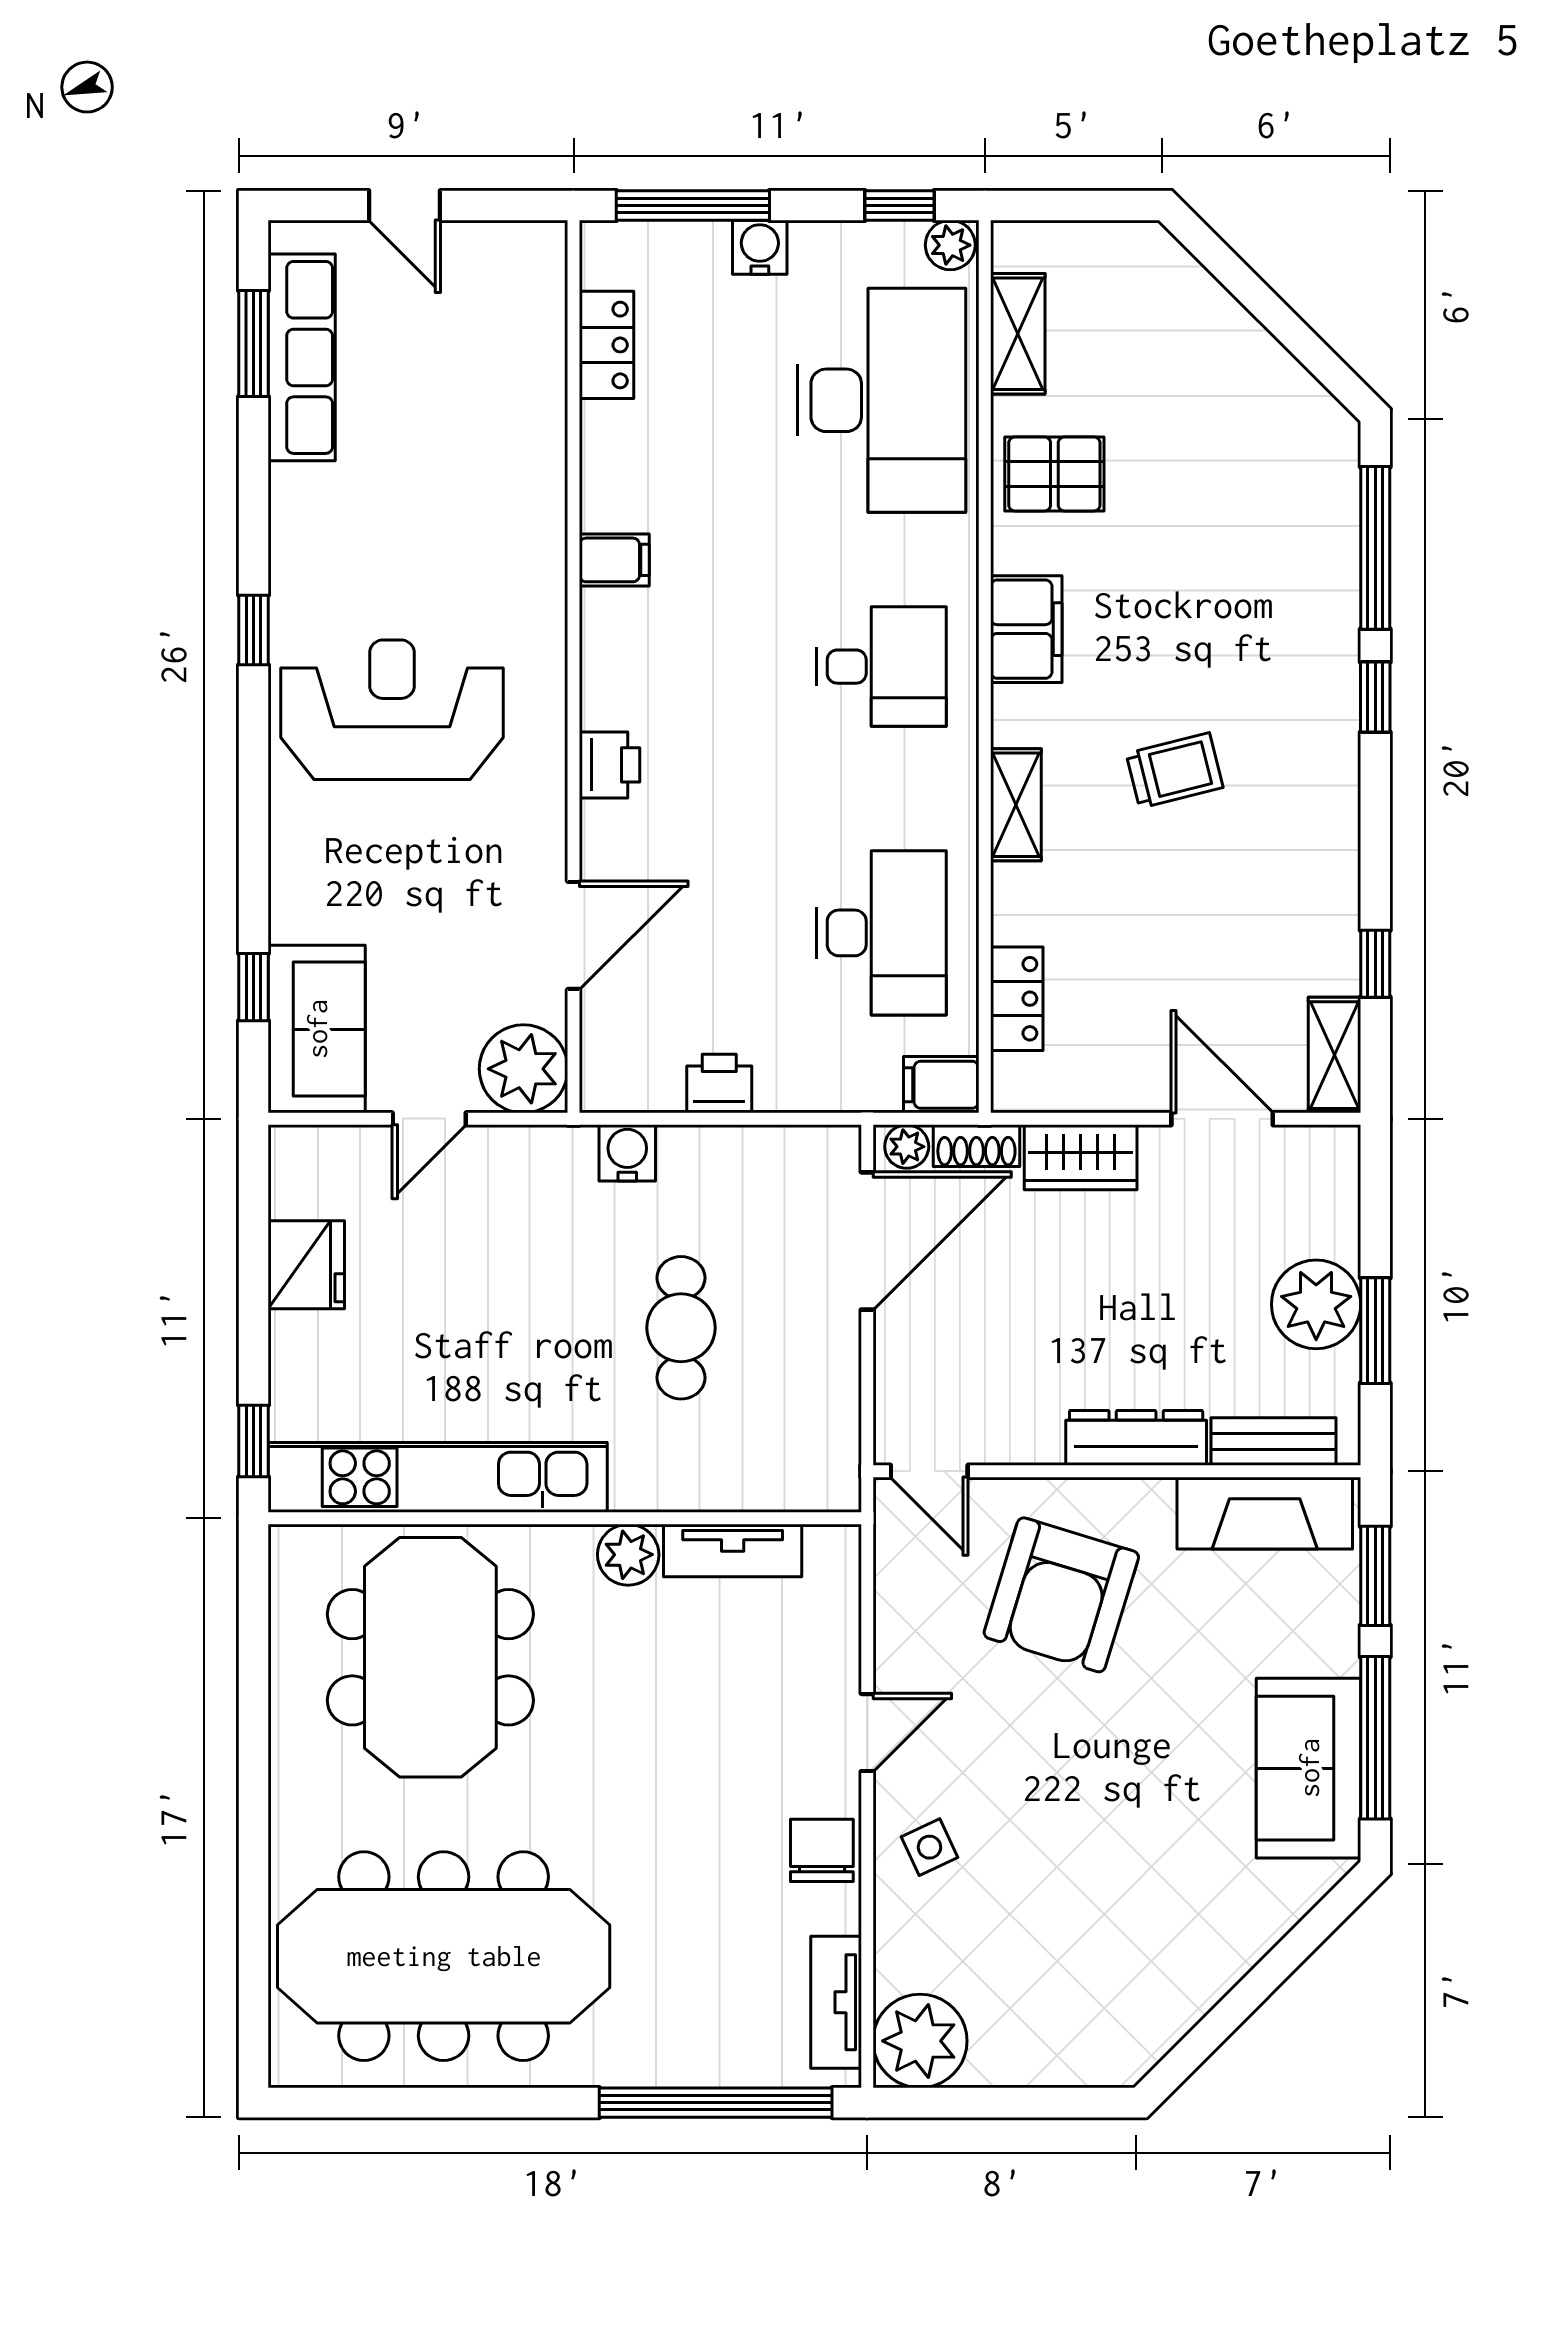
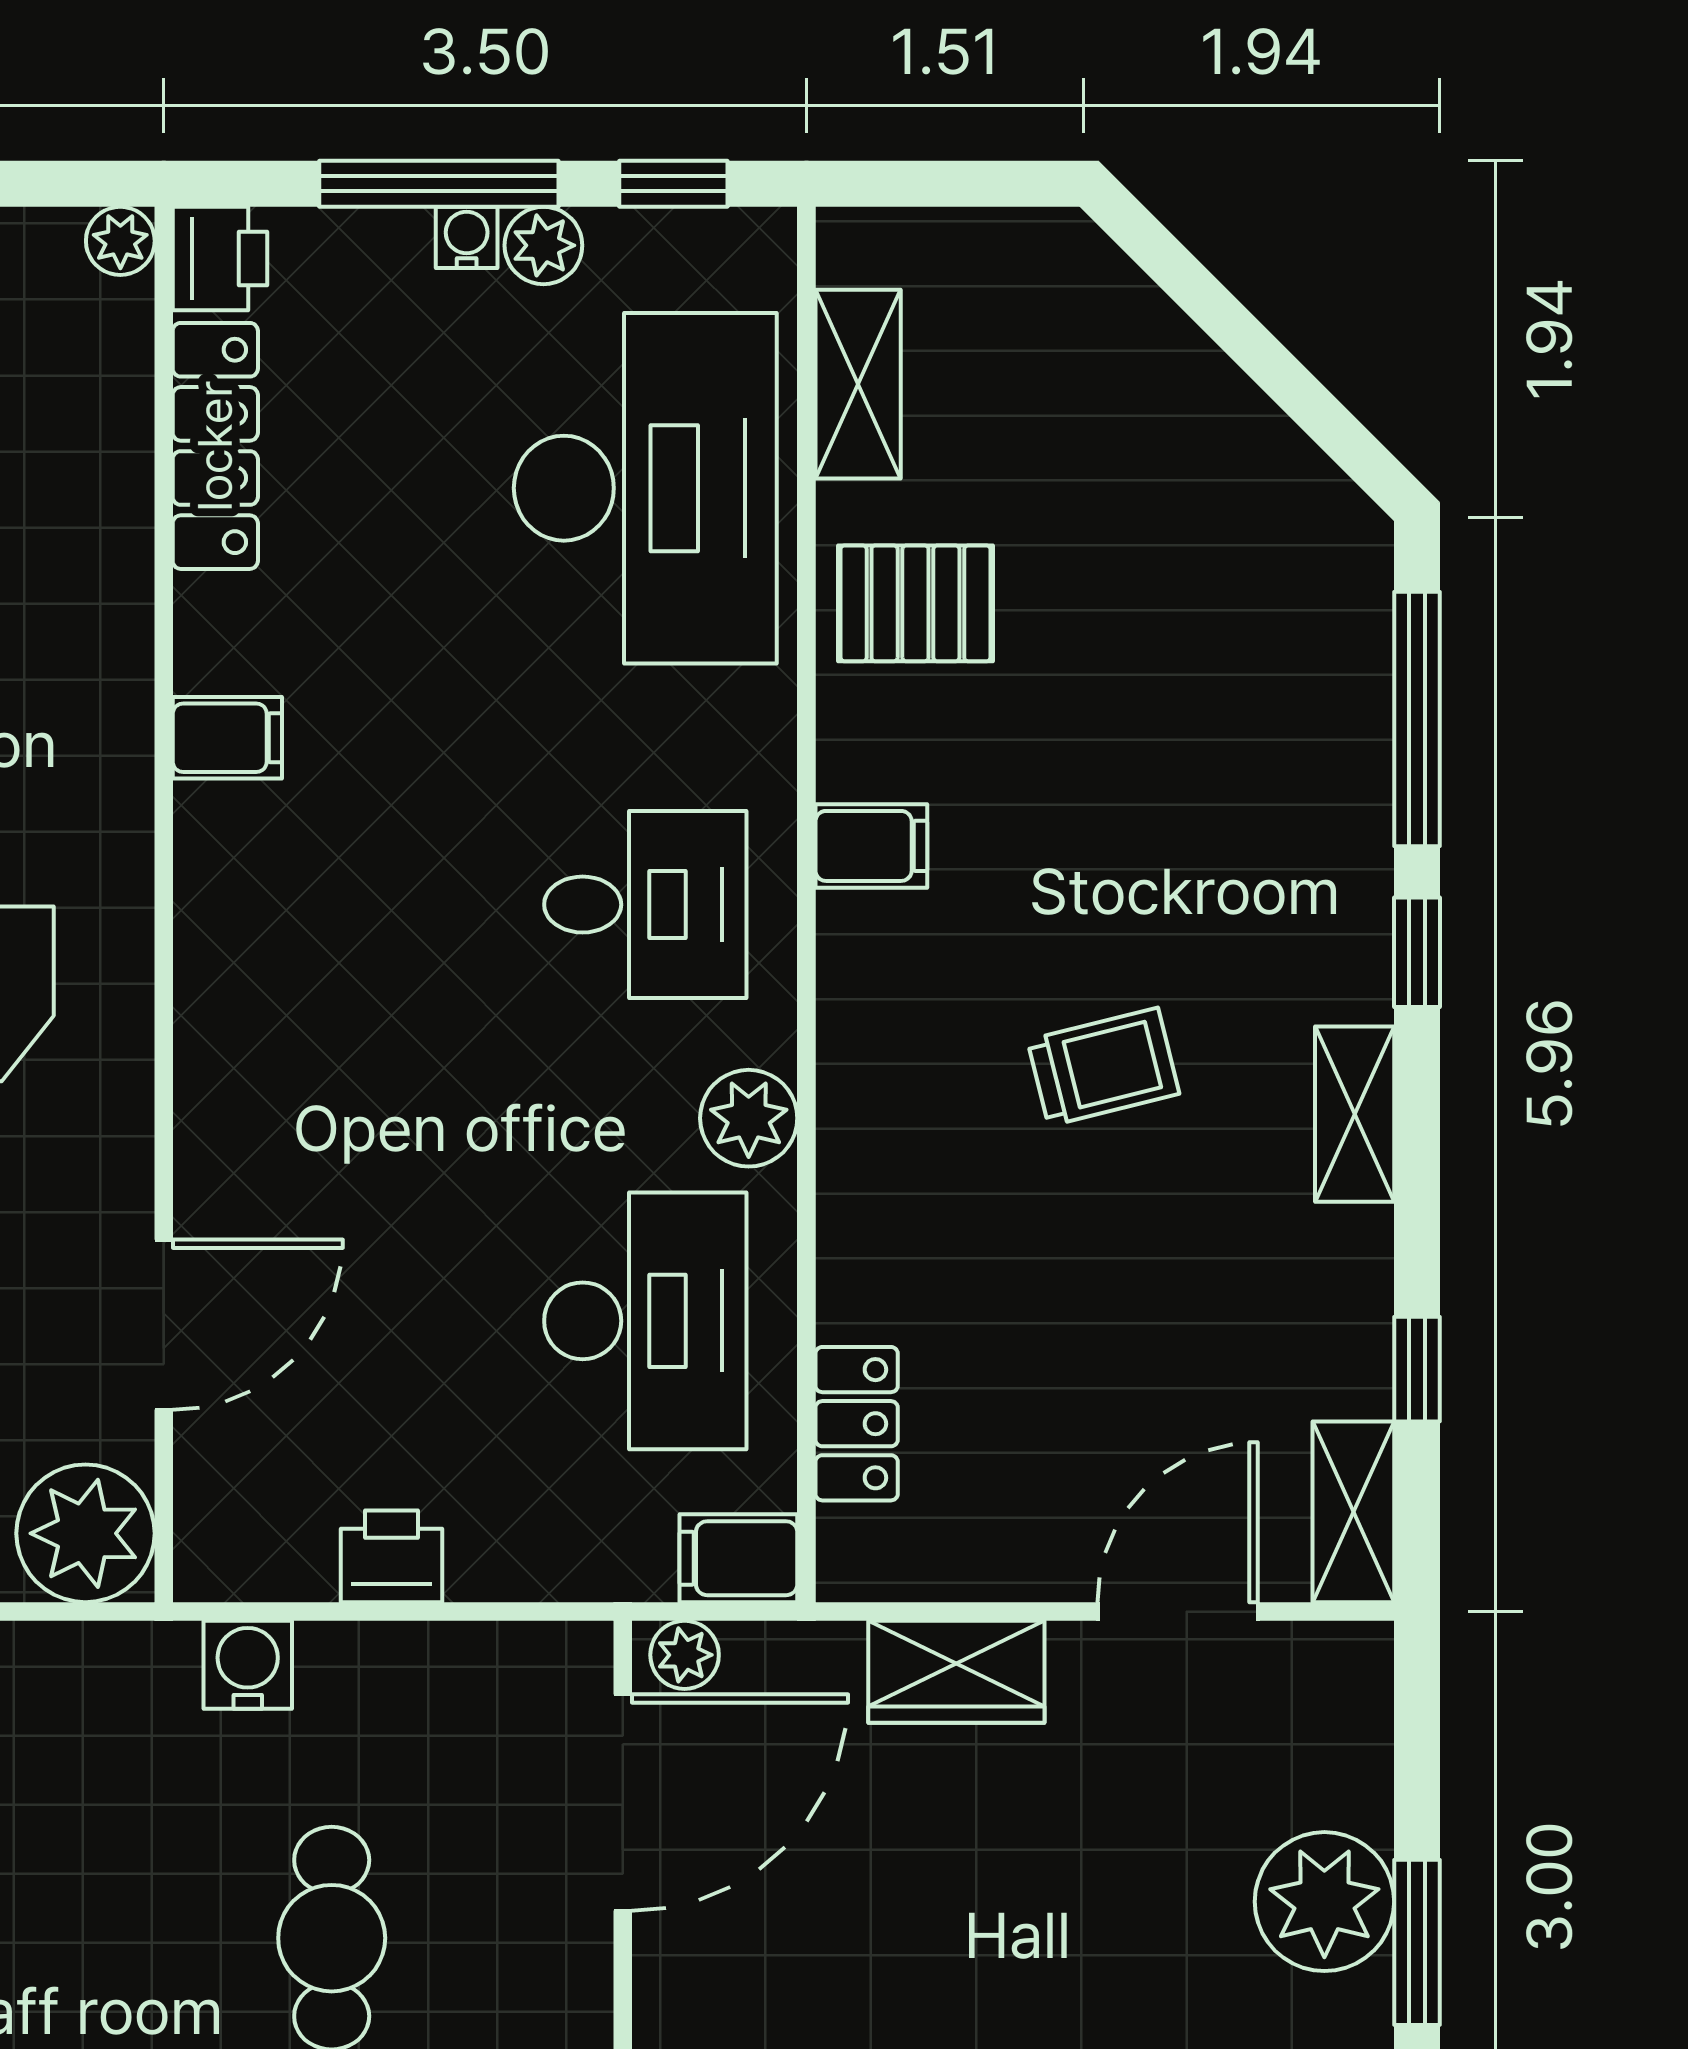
window: (693, 206) -> (439, 184), moved
plant: (546, 242) -> (120, 241), added
plant: (950, 245) -> (543, 245), moved
water cooler: (760, 247) -> (467, 237), width x0.72, depth x0.72
locker: (607, 345) -> (215, 446), width x1.53
filing cabinet: (1026, 629) -> (871, 846), width x0.50
printer: (610, 765) -> (220, 259), moved
plant: (948, 803) -> (749, 1118), added
shelving: (1016, 805) -> (1355, 1114), moved
door: (1222, 1119) -> (1178, 1612), hinge flipped
shoe rack: (976, 1146) -> (794, 1653), removed

